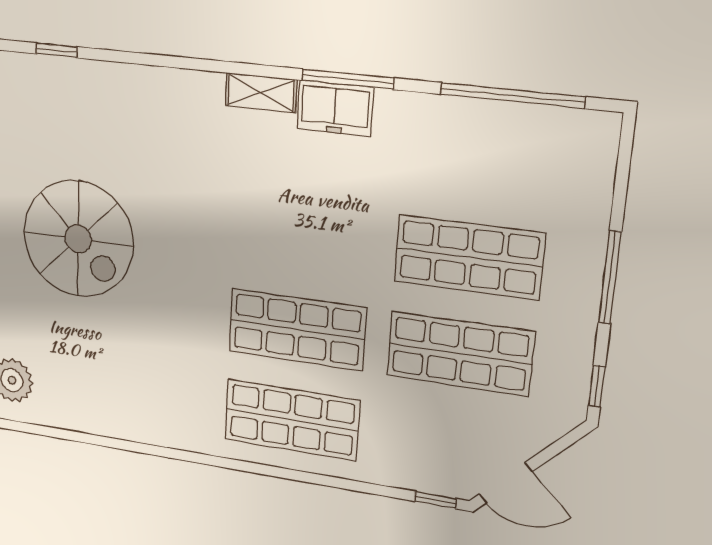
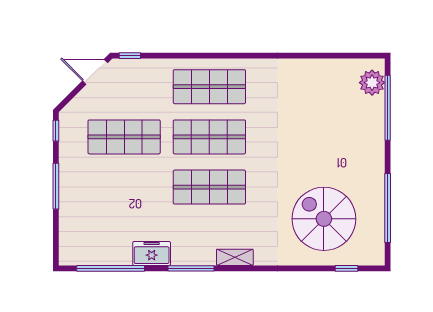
freezer: (335, 108) -> (152, 253), moved
spiral stairs: (78, 239) -> (324, 219), moved
shop shelf: (469, 257) -> (209, 187), moved

